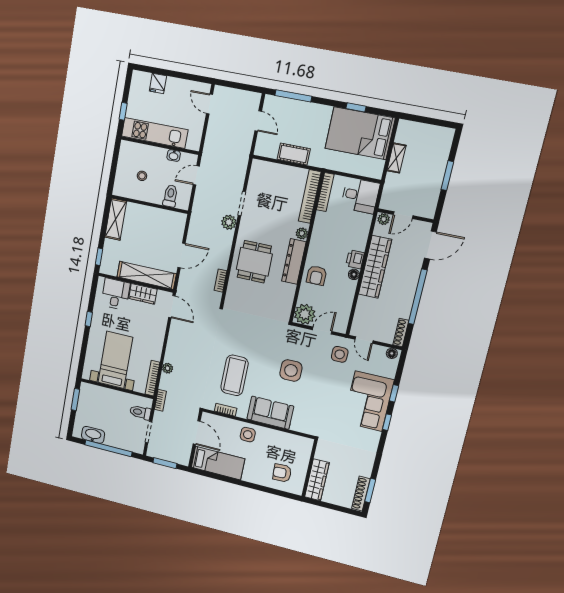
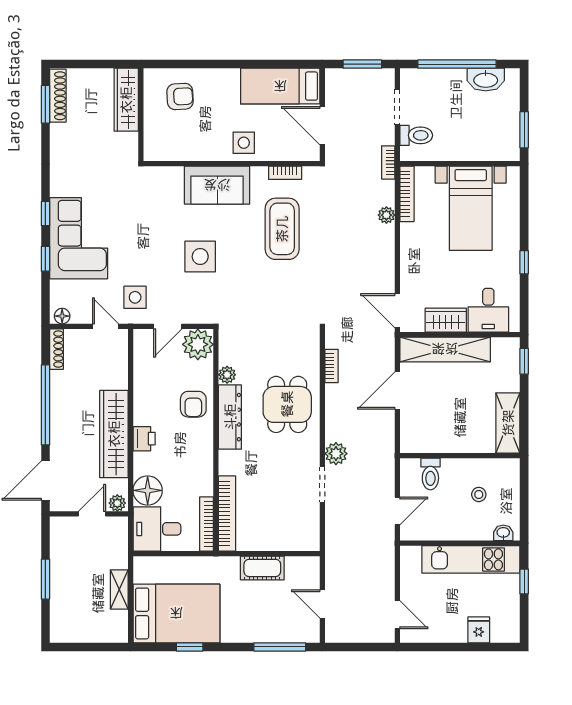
washbasin: (174, 156) -> (503, 533), moved
plant: (302, 233) -> (227, 375), moved
floor lamp: (354, 274) -> (148, 490), moved, width x1.89, depth x1.89
armchair: (316, 275) -> (193, 404), turned 180

